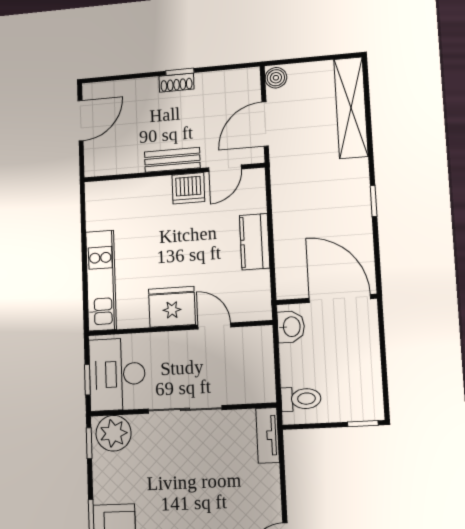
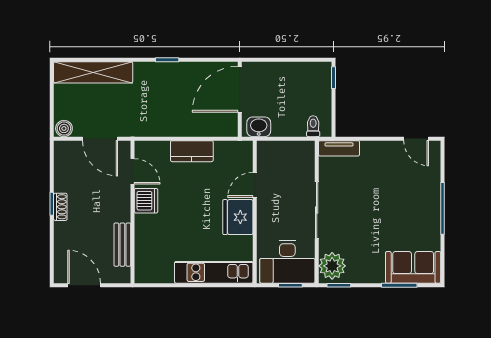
bench: (172, 160) -> (122, 245), moved
toilet: (301, 399) -> (313, 126), width x0.73, depth x0.72

